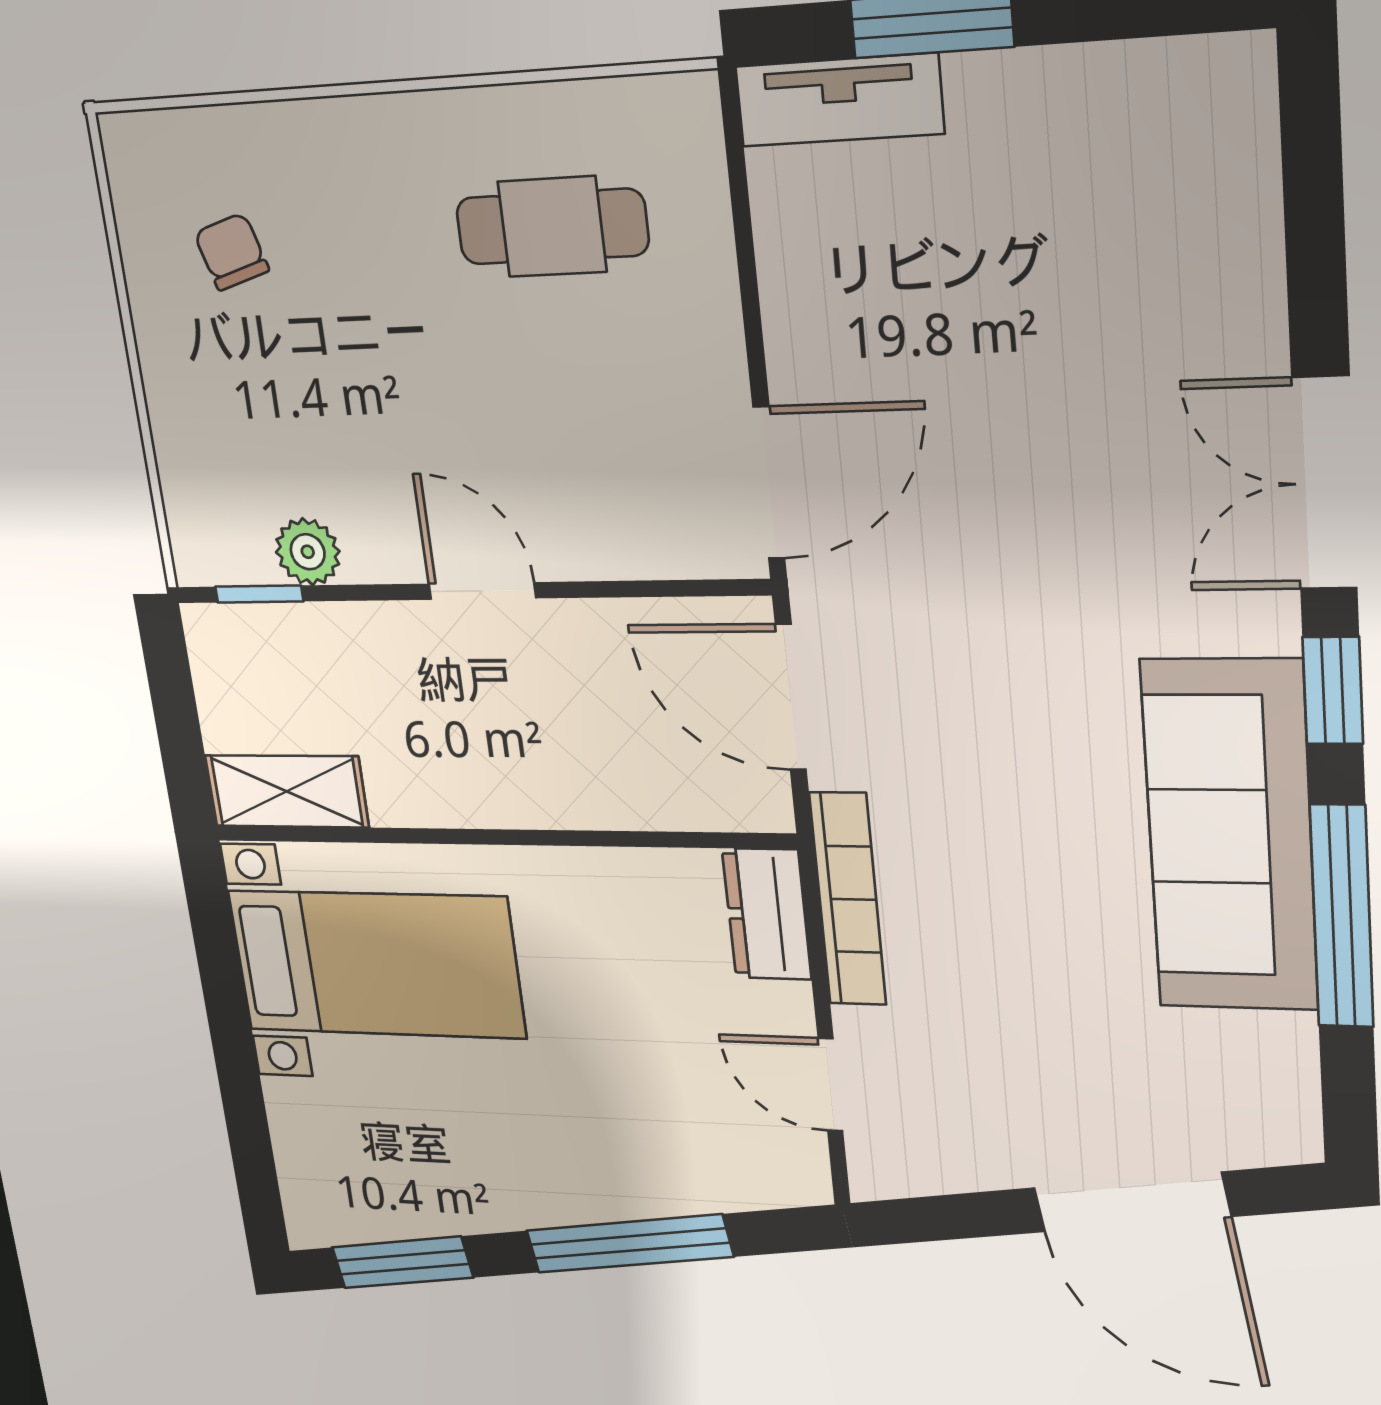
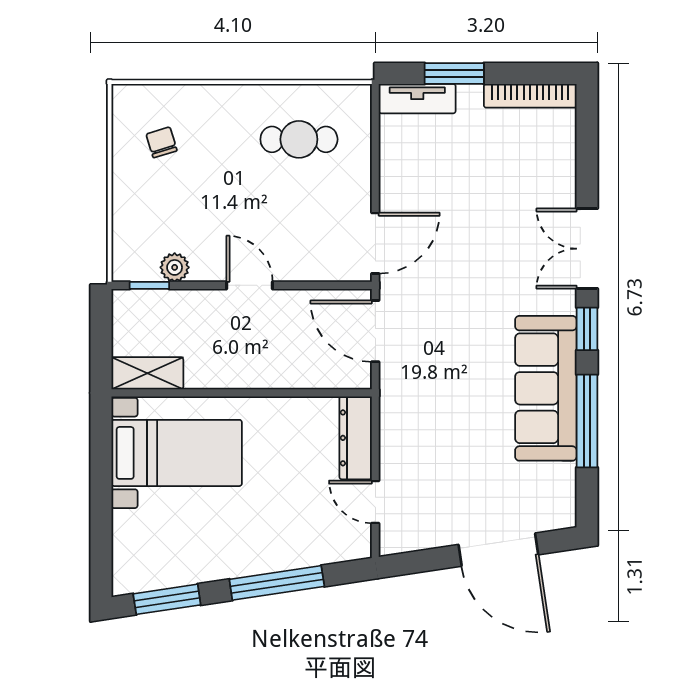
bookcase: (848, 899) -> (530, 96), moved, turned 90
dresser: (767, 914) -> (356, 438), width x1.44

